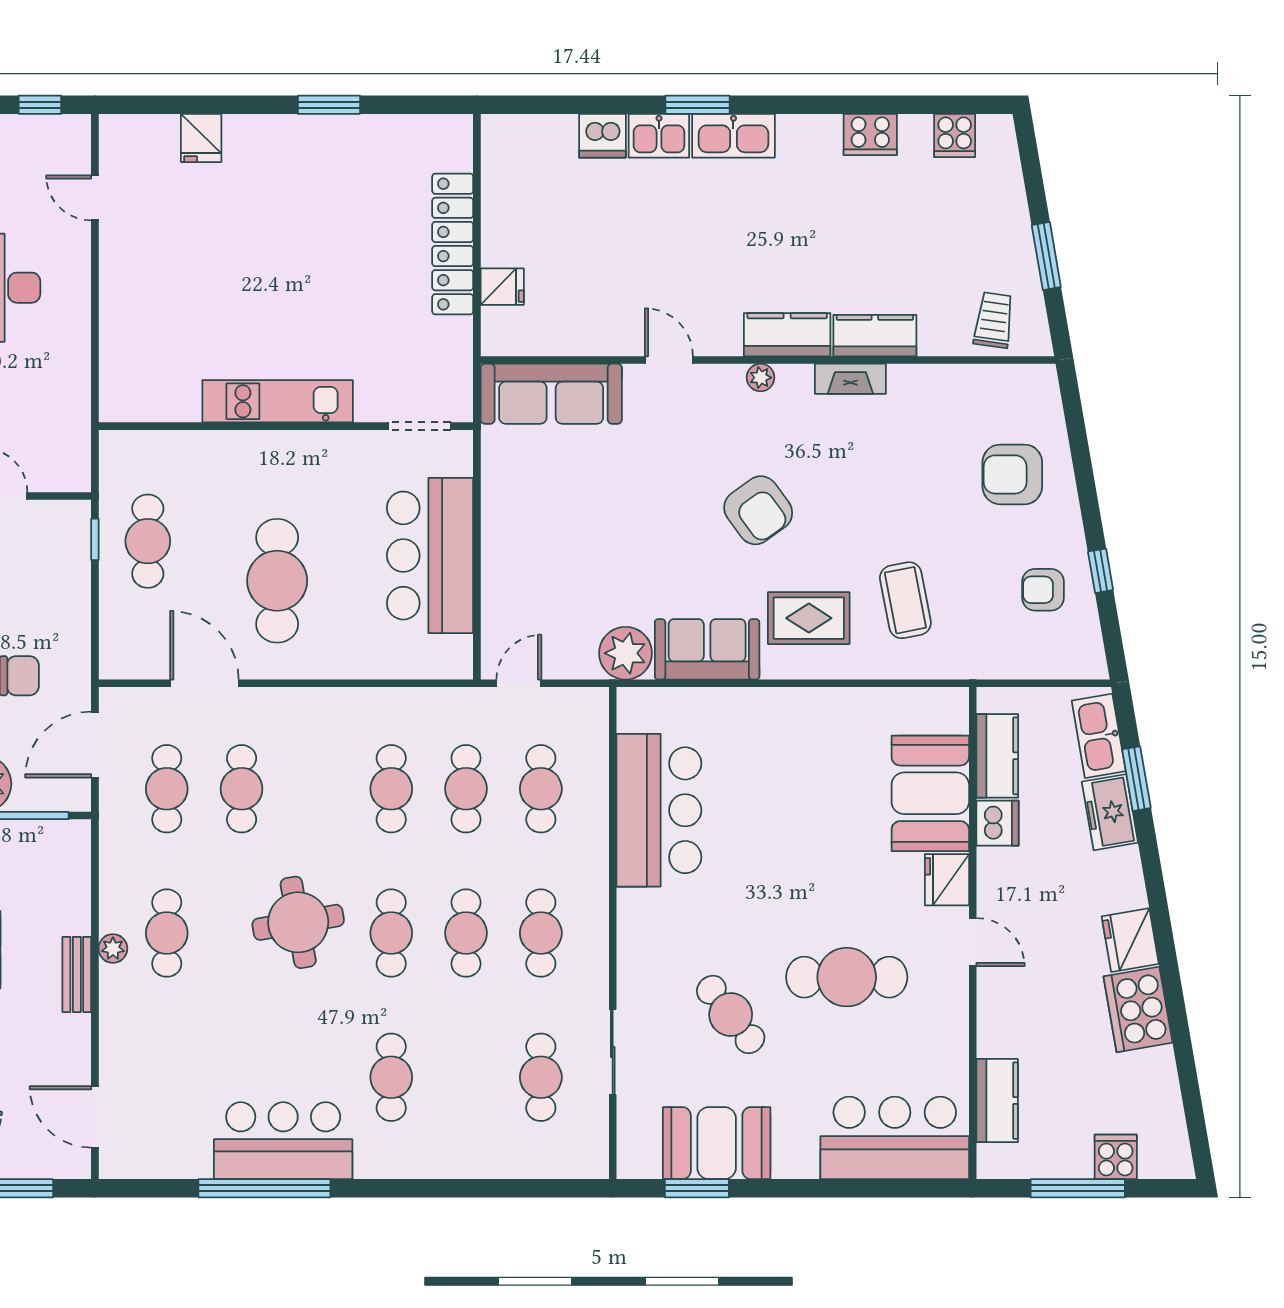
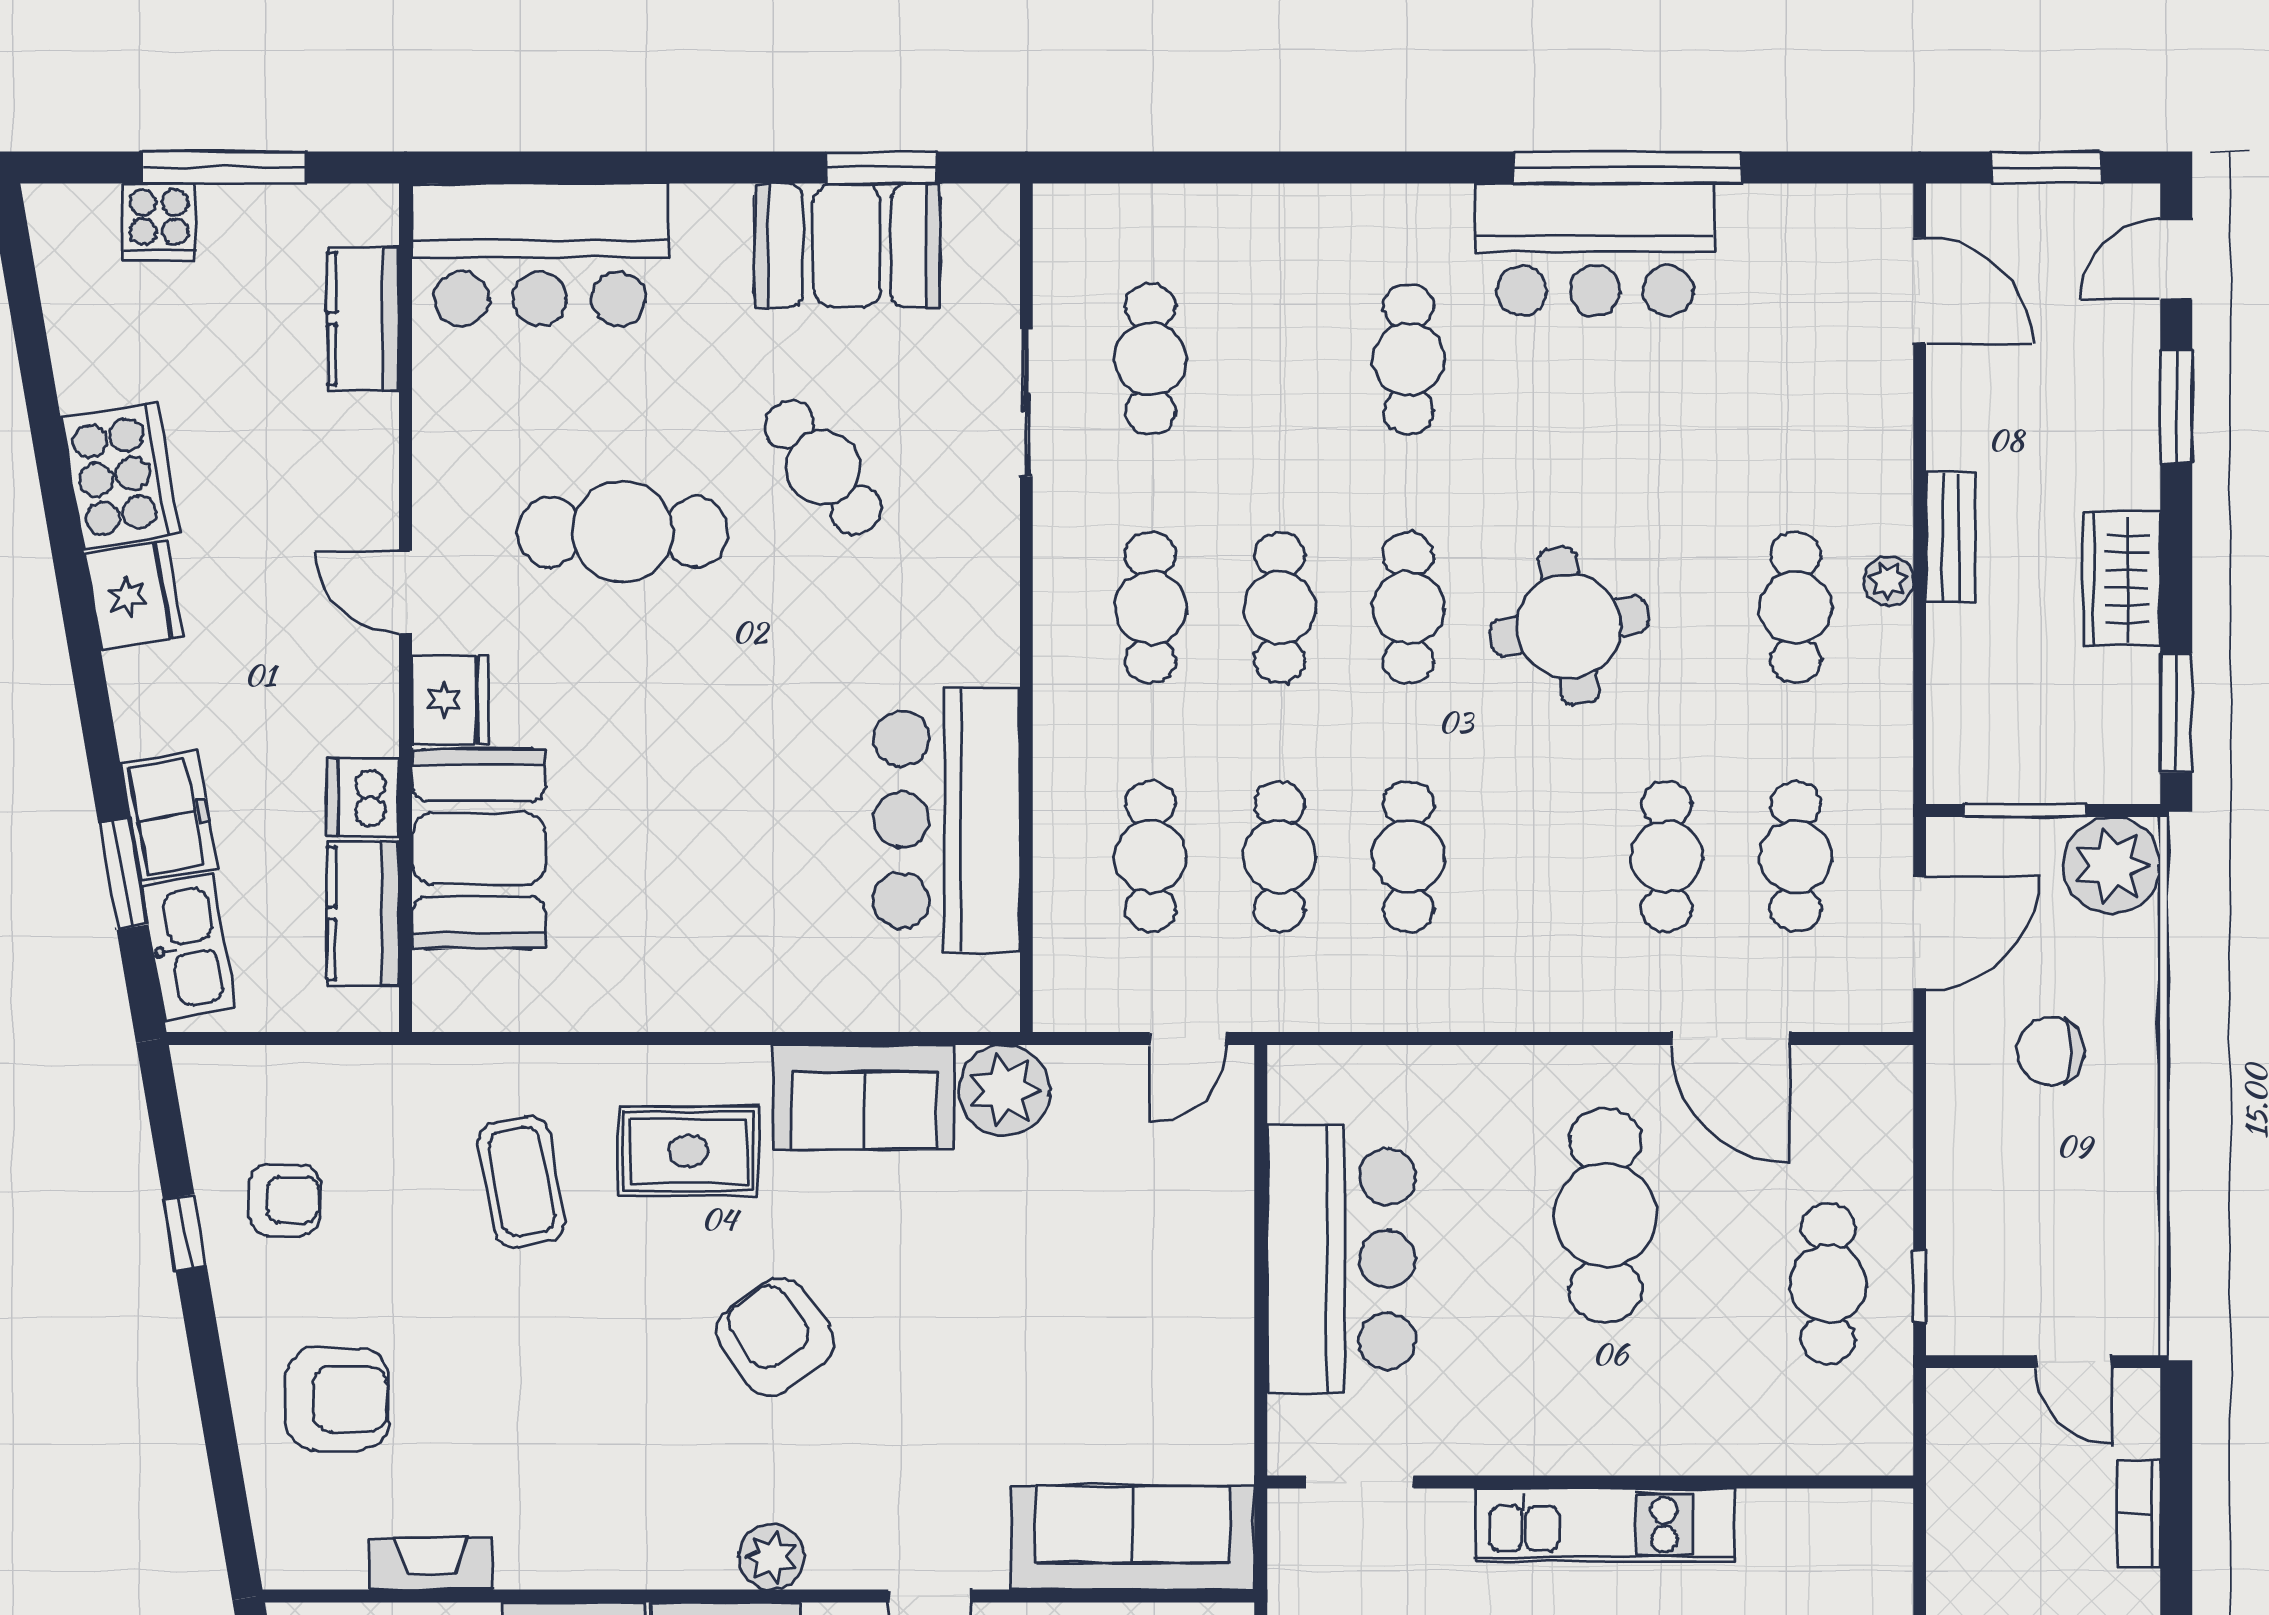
plant: (761, 378) -> (771, 1557), width x1.38, depth x1.38
fireplace: (850, 379) -> (431, 1564), moved

